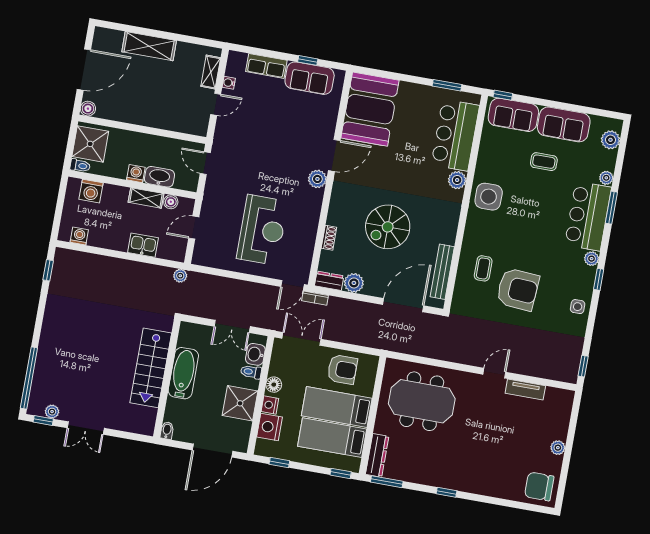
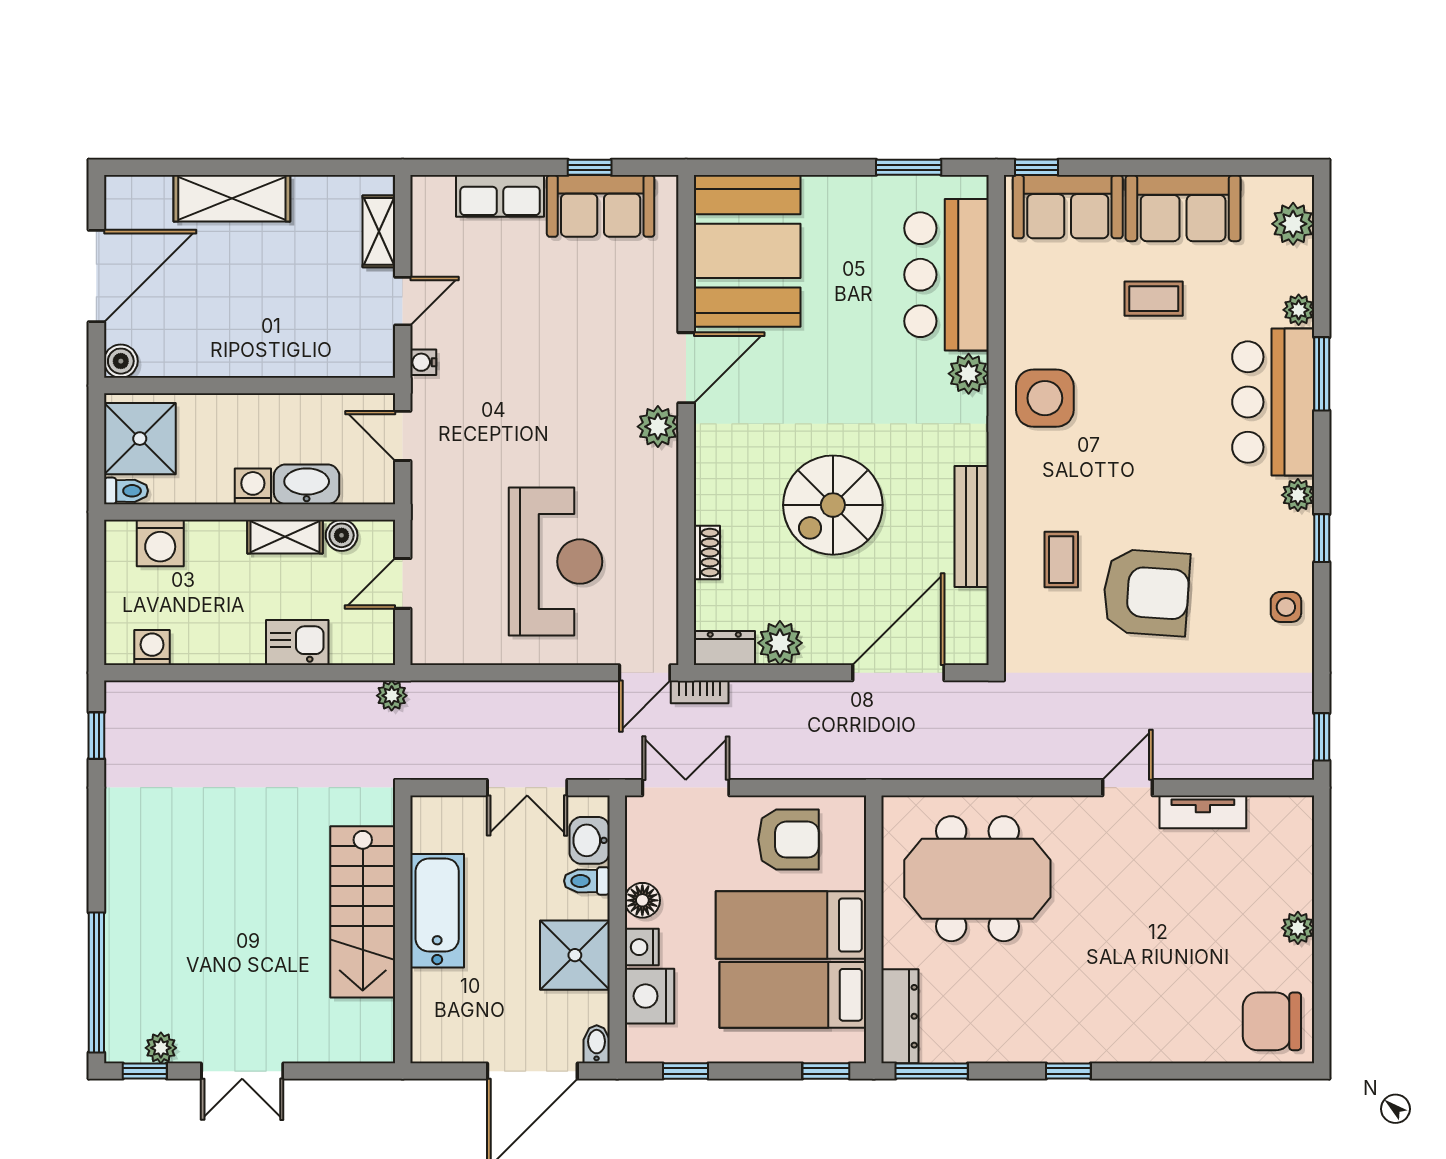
water cooler: (229, 83) -> (423, 362), moved
bench: (442, 272) -> (972, 527), moved
bidet: (167, 430) -> (597, 1044), moved

